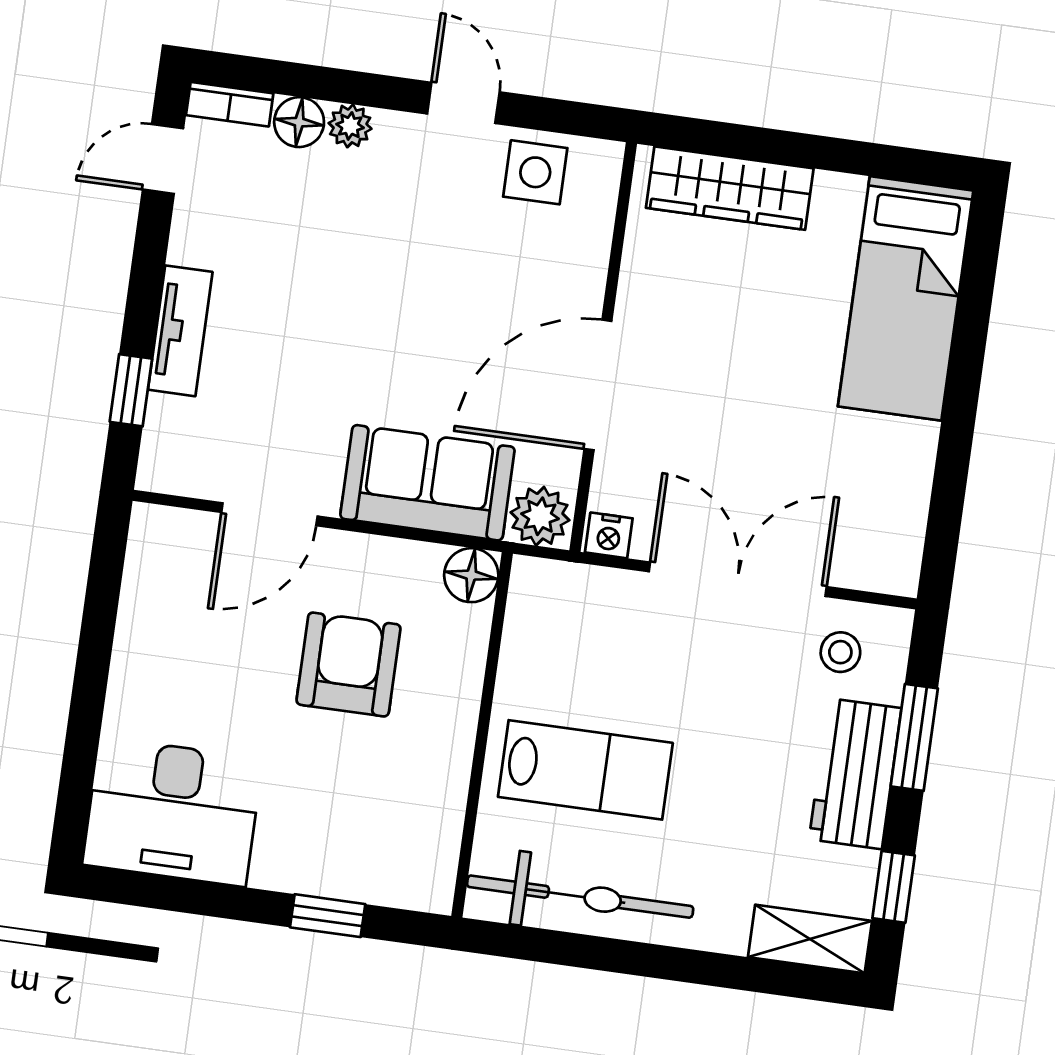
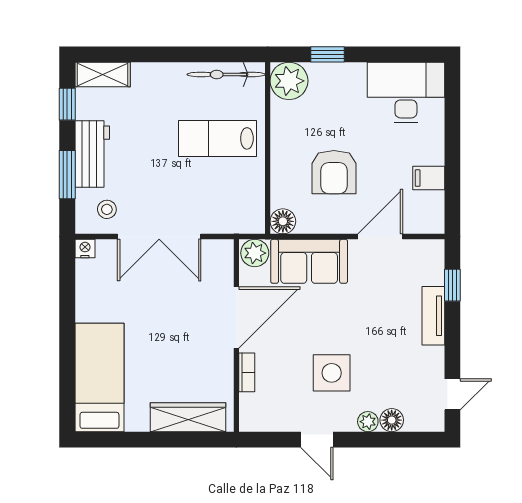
bookcase: (230, 104) -> (247, 372), moved, turned 90
side table: (535, 172) -> (332, 373), moved, width x1.37, depth x1.37
nightstand: (609, 535) -> (85, 249), moved
filing cabinet: (150, 624) -> (429, 178), added
plant: (417, 871) -> (289, 81), added
bicycle: (580, 897) -> (226, 74), width x0.73, depth x0.71

